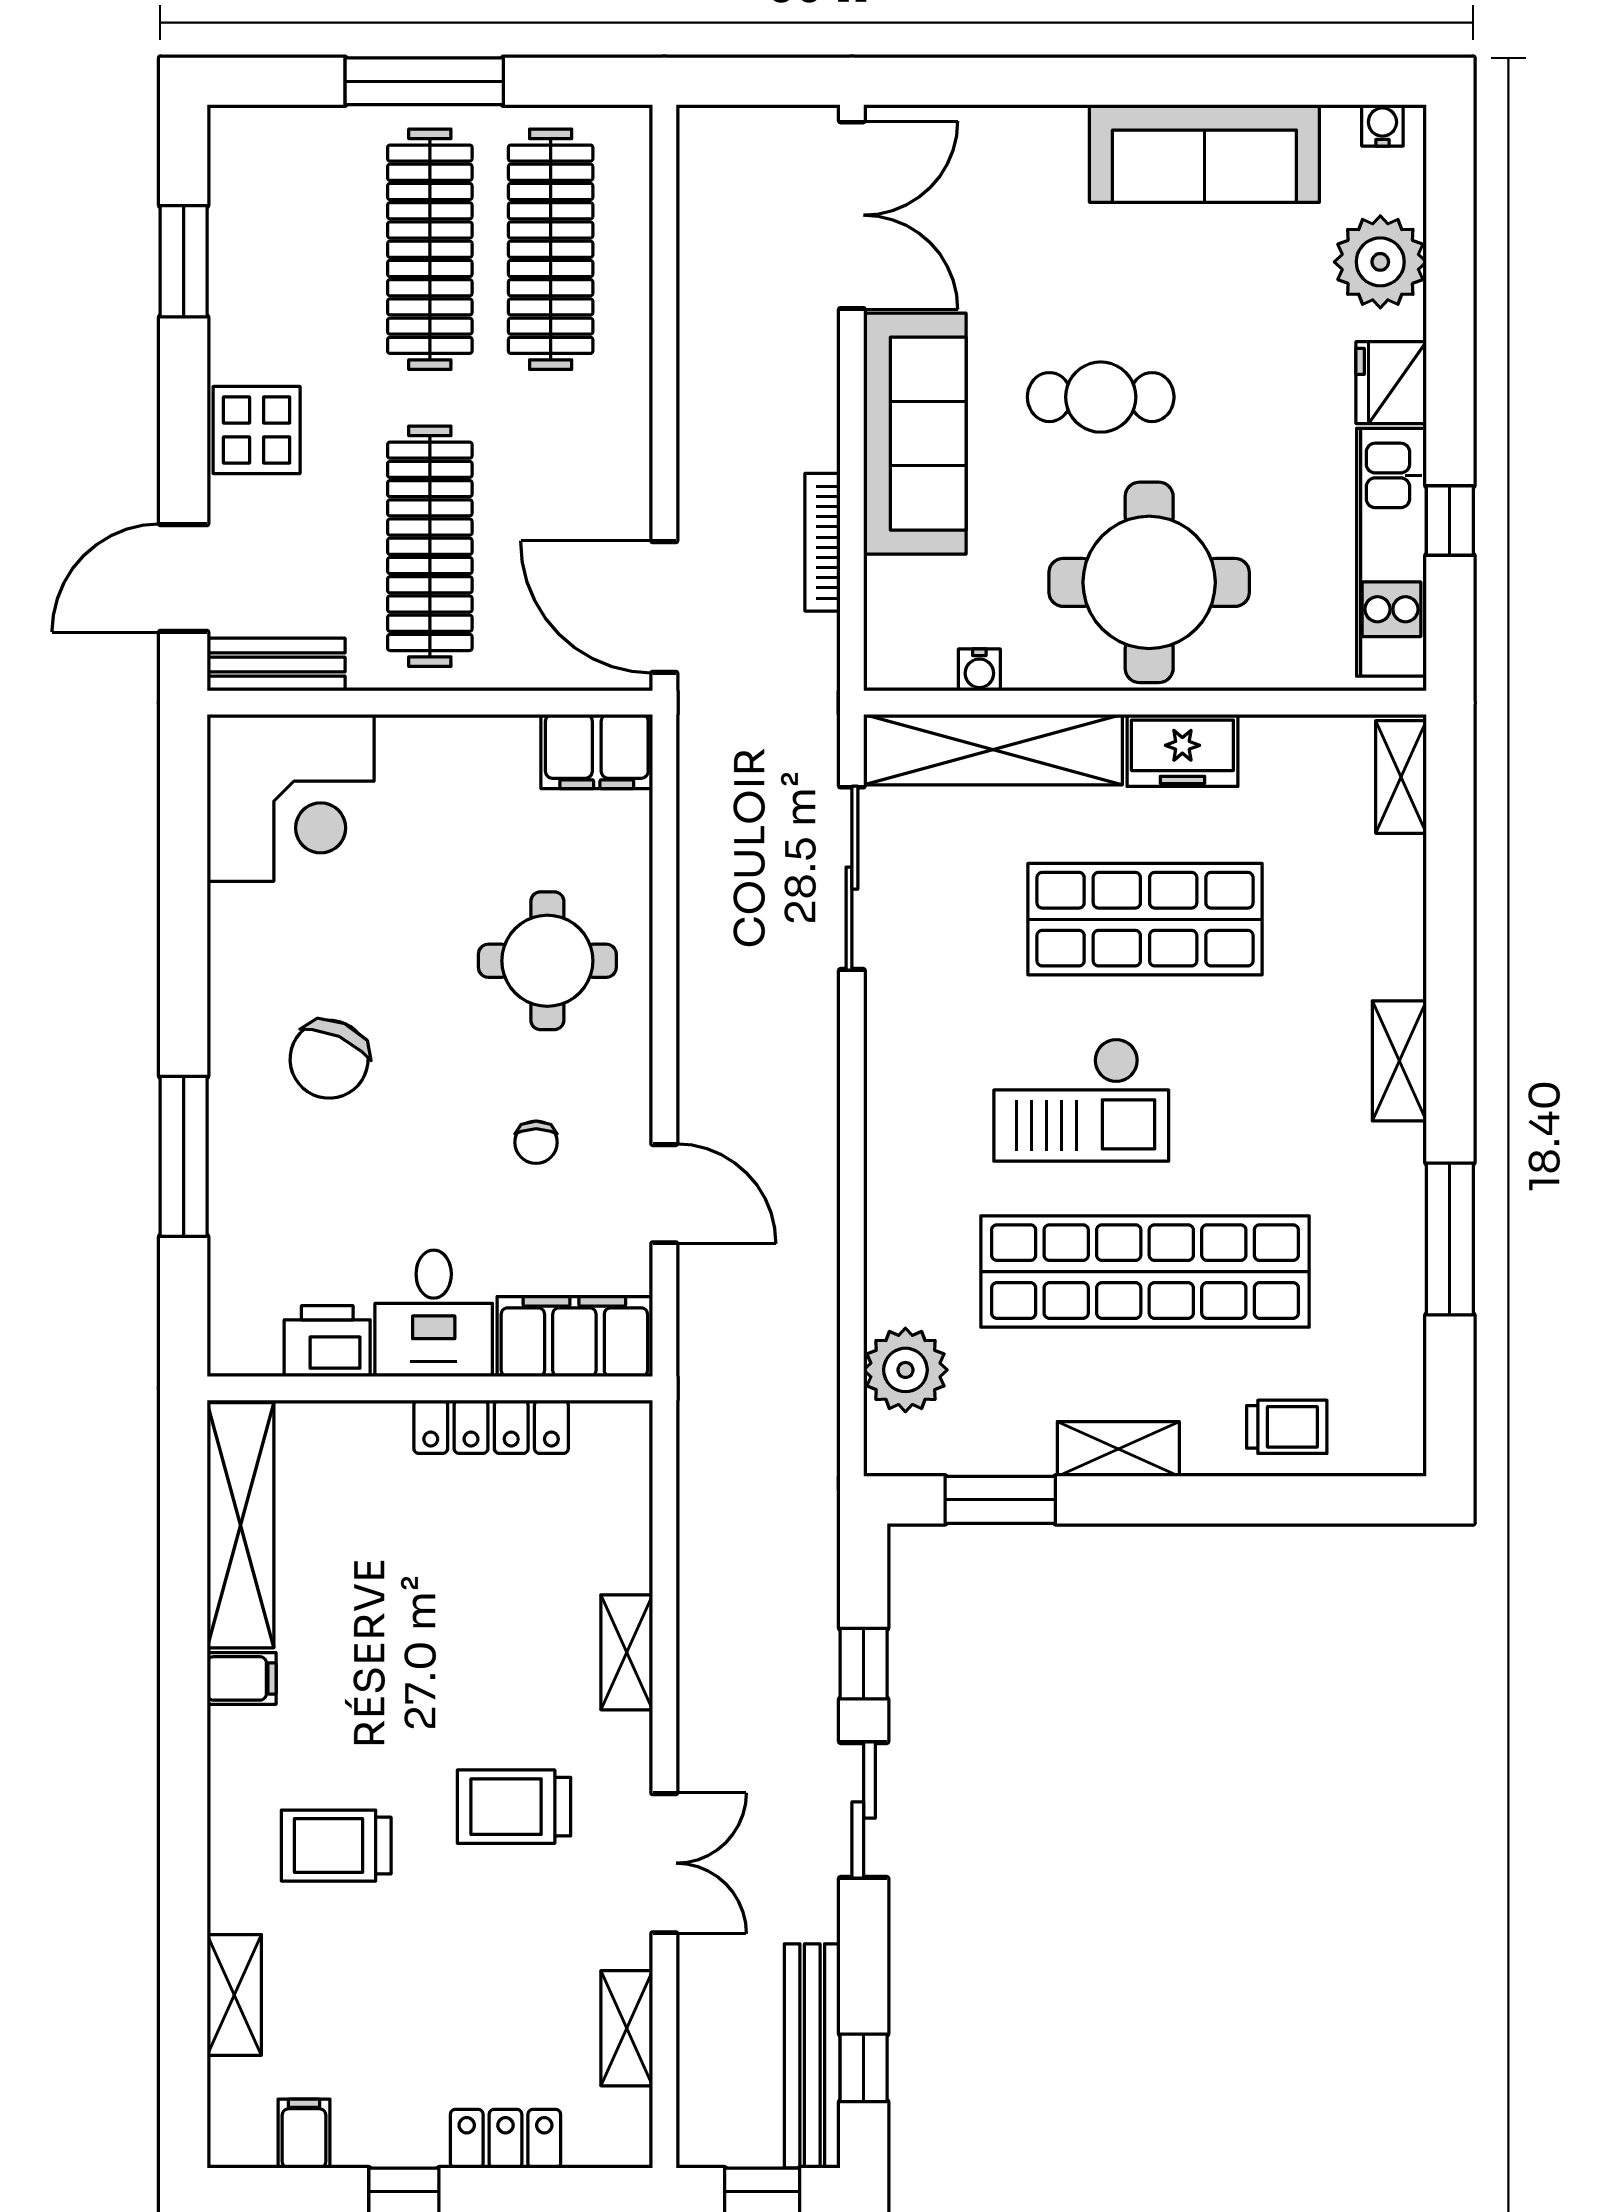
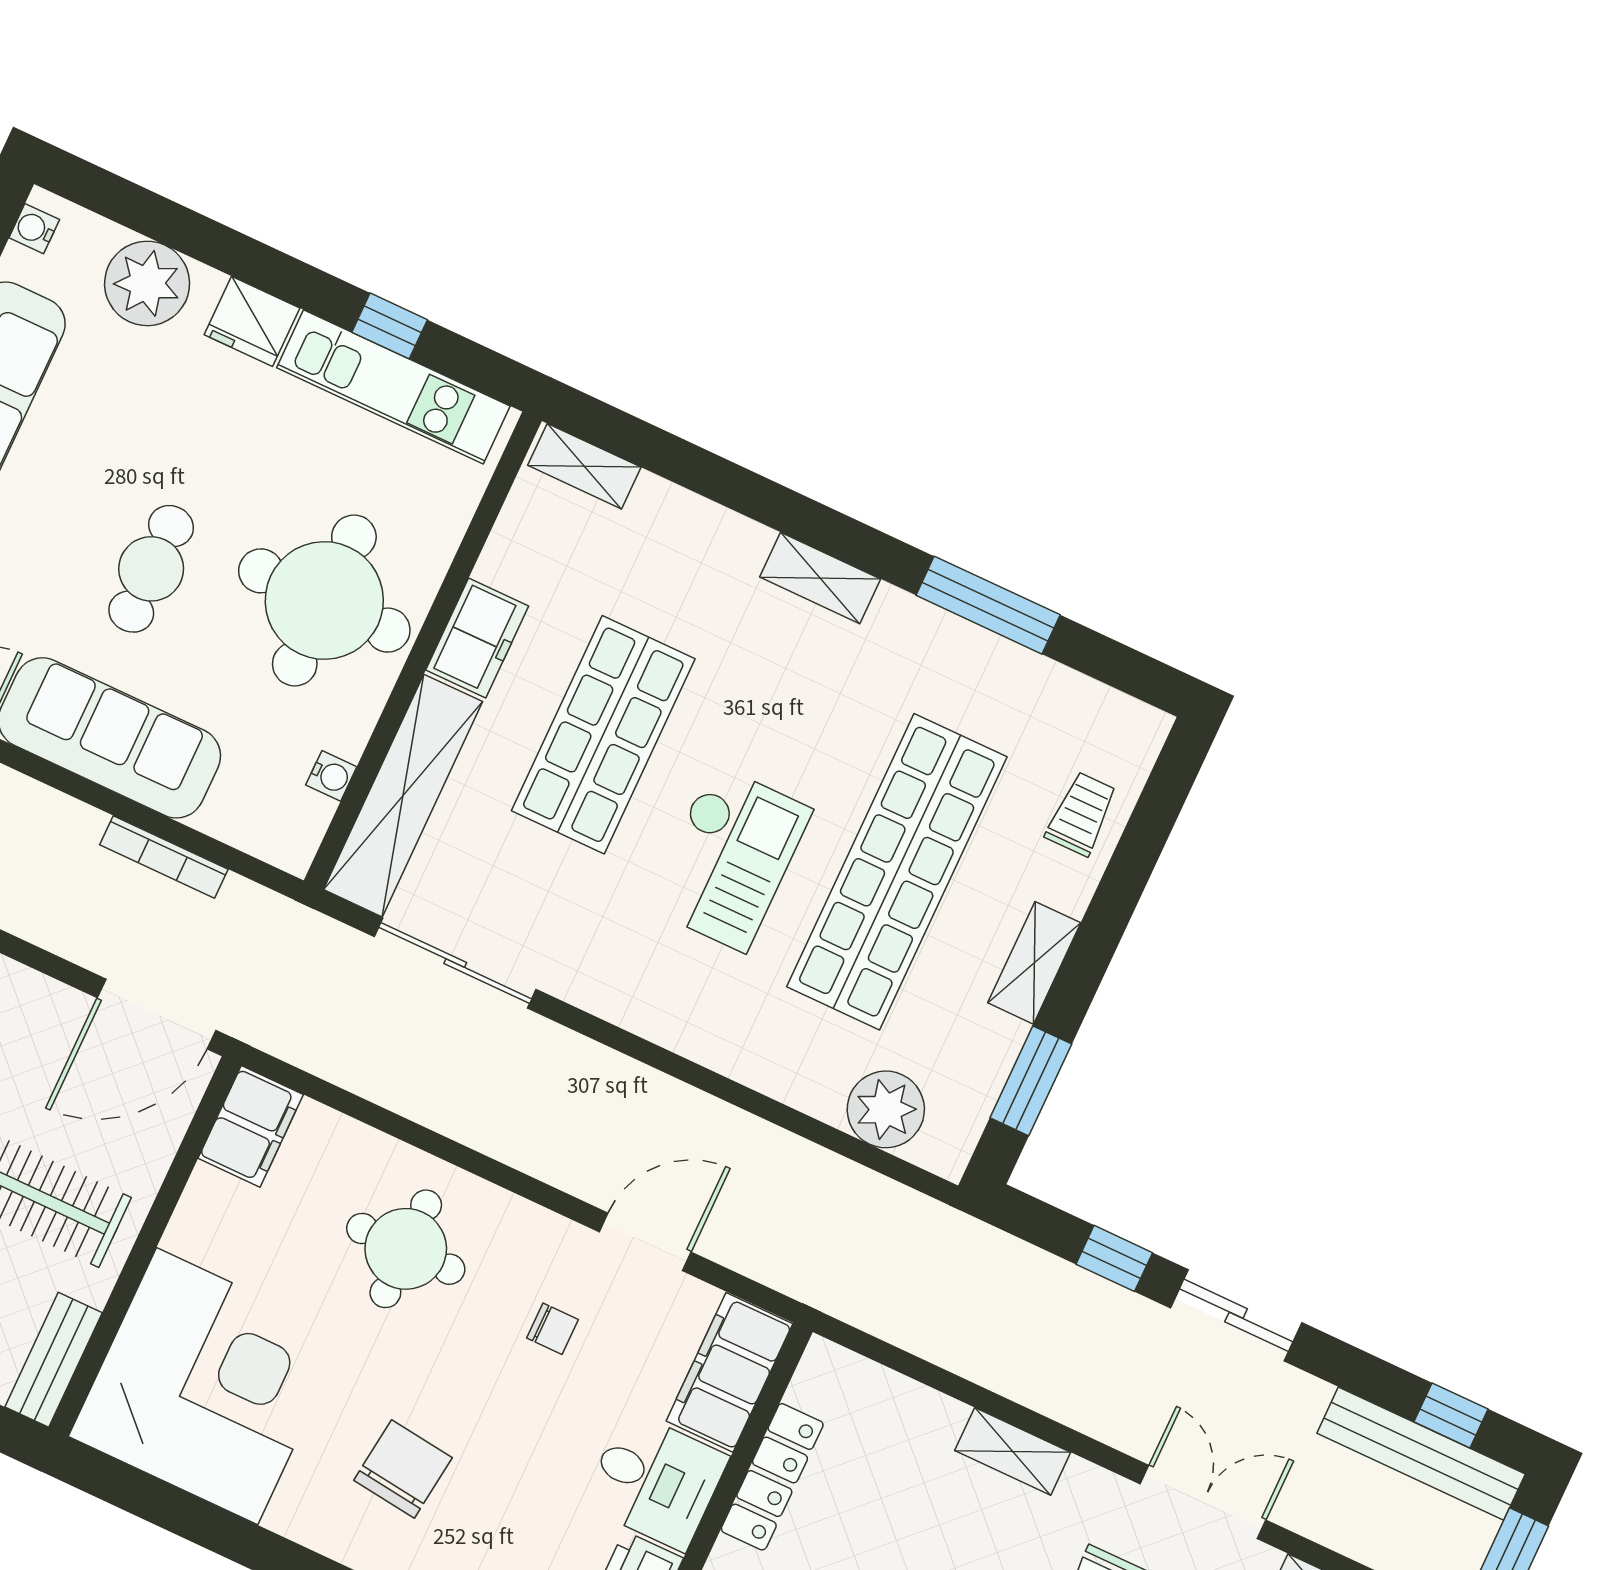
corner desk: (291, 798) -> (207, 1386), width x1.36, depth x1.36
chair: (329, 1059) -> (403, 1469), turned -107

